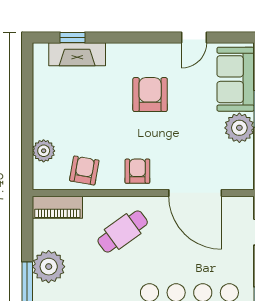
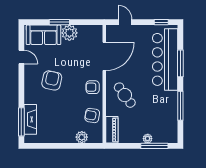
window: (73, 37) -> (21, 122), width x2.17
armchair: (150, 95) -> (52, 80), turned 102
plant: (49, 267) -> (148, 139), width x0.53, depth x0.53

